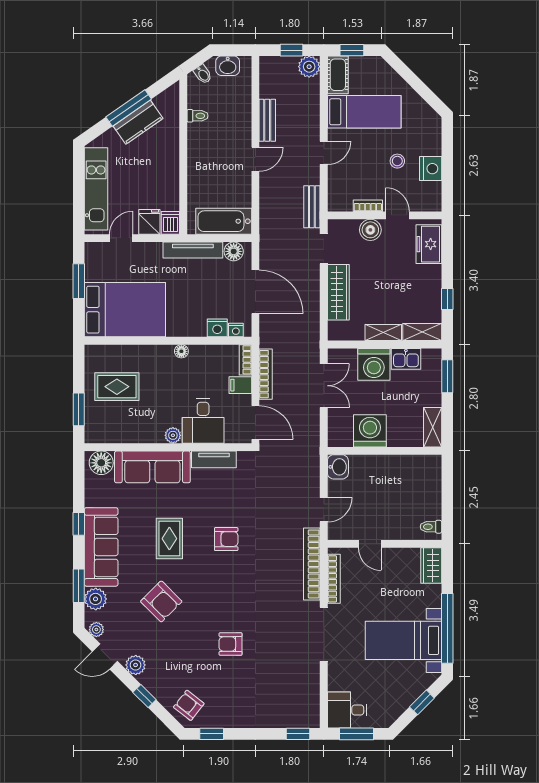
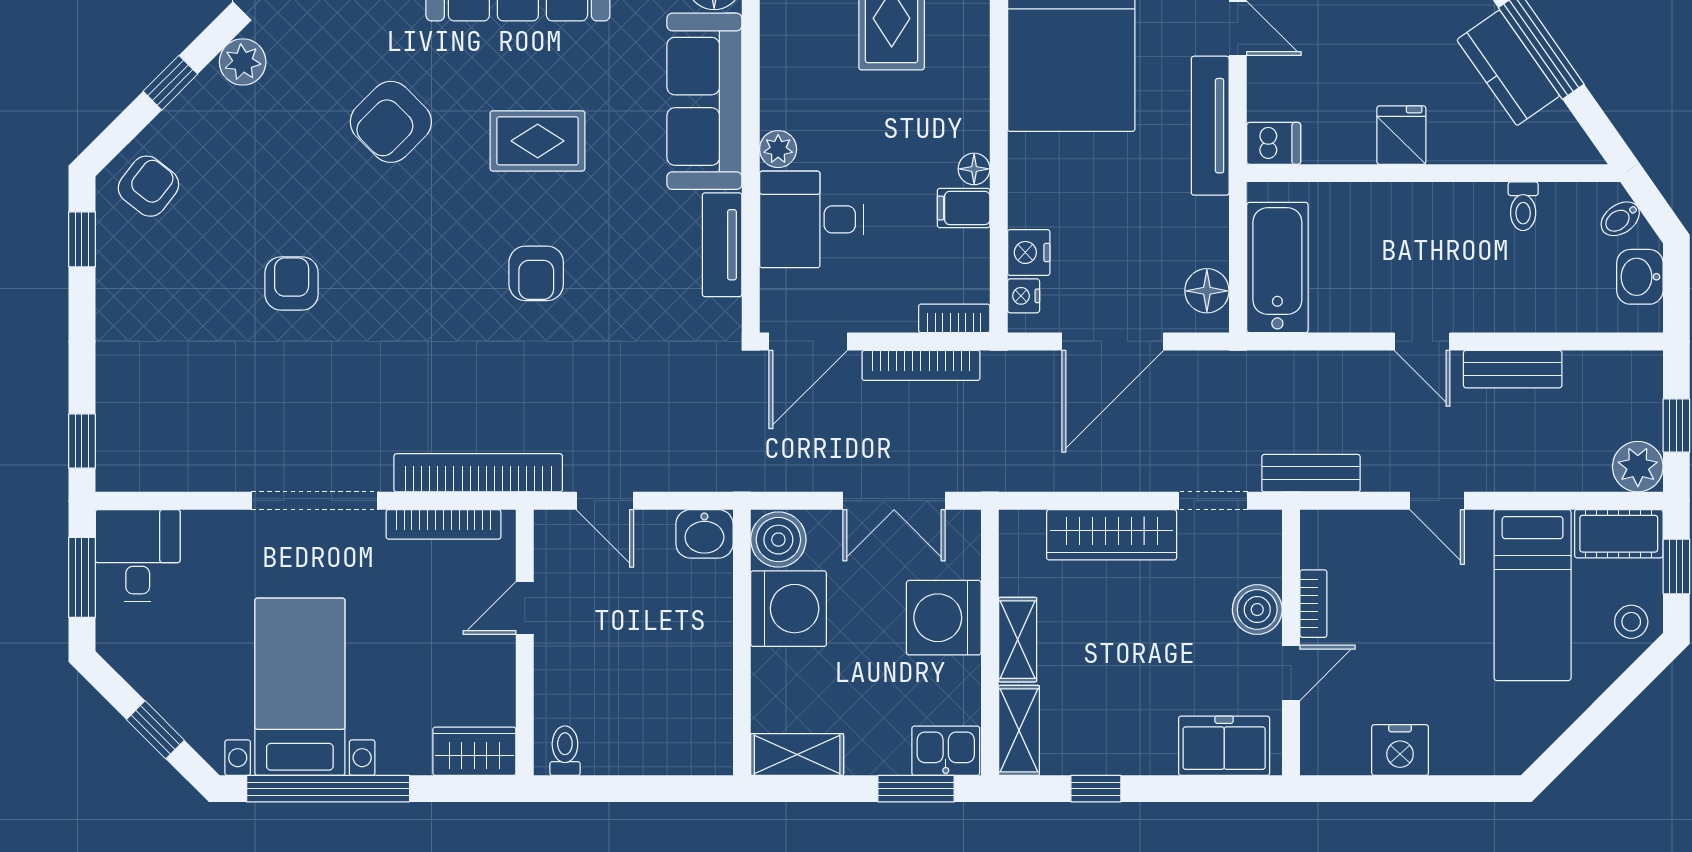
stool: (397, 161) -> (1631, 622), moved
fridge: (149, 222) -> (1401, 135), moved, turned -90
tv unit: (193, 250) -> (1210, 126), moved
kitchen sink: (406, 359) -> (946, 751), moved, turned 90
filing cabinet: (240, 385) -> (964, 208), moved, turned -90
boiler: (340, 435) -> (778, 540), added

